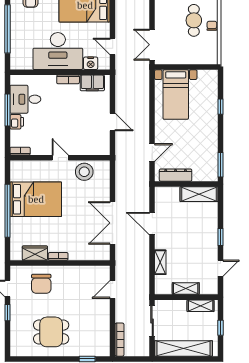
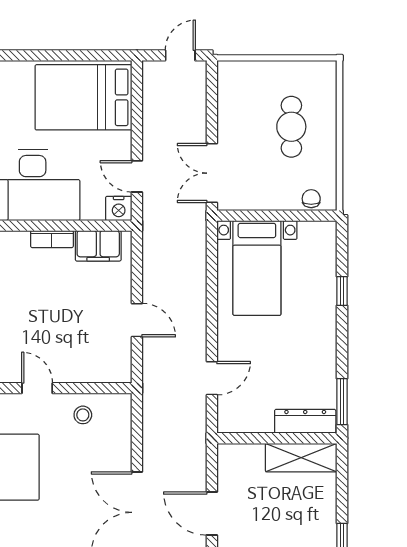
chair: (212, 26) -> (311, 199), moved
nightstand: (91, 63) -> (119, 208), moved
stool: (84, 172) -> (83, 415), width x0.53, depth x0.53
dresser: (176, 175) -> (305, 421), moved

